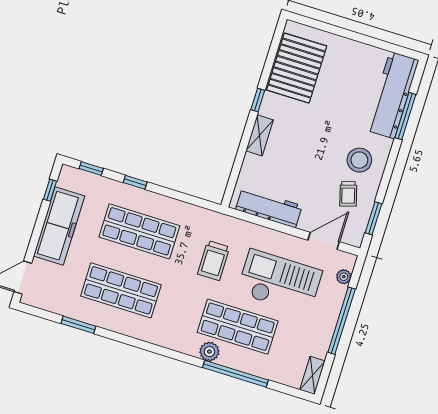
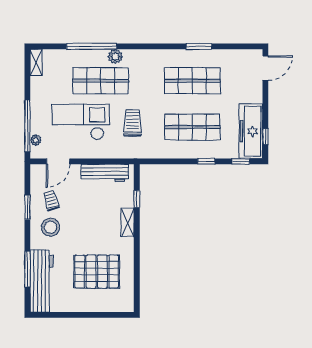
pallet: (297, 68) -> (97, 272), moved, turned 90
window: (258, 100) -> (137, 199), moved
window: (374, 218) -> (27, 207), moved
freezer: (59, 226) -> (251, 131), moved
checkout: (279, 282) -> (81, 122), turned 180
window: (342, 321) -> (27, 126), moved
window: (78, 325) -> (199, 46), moved

